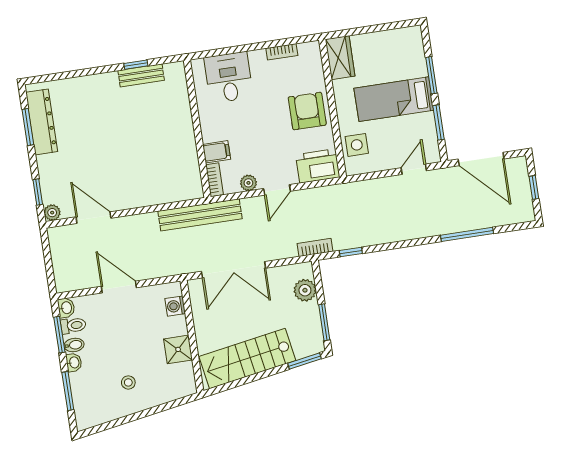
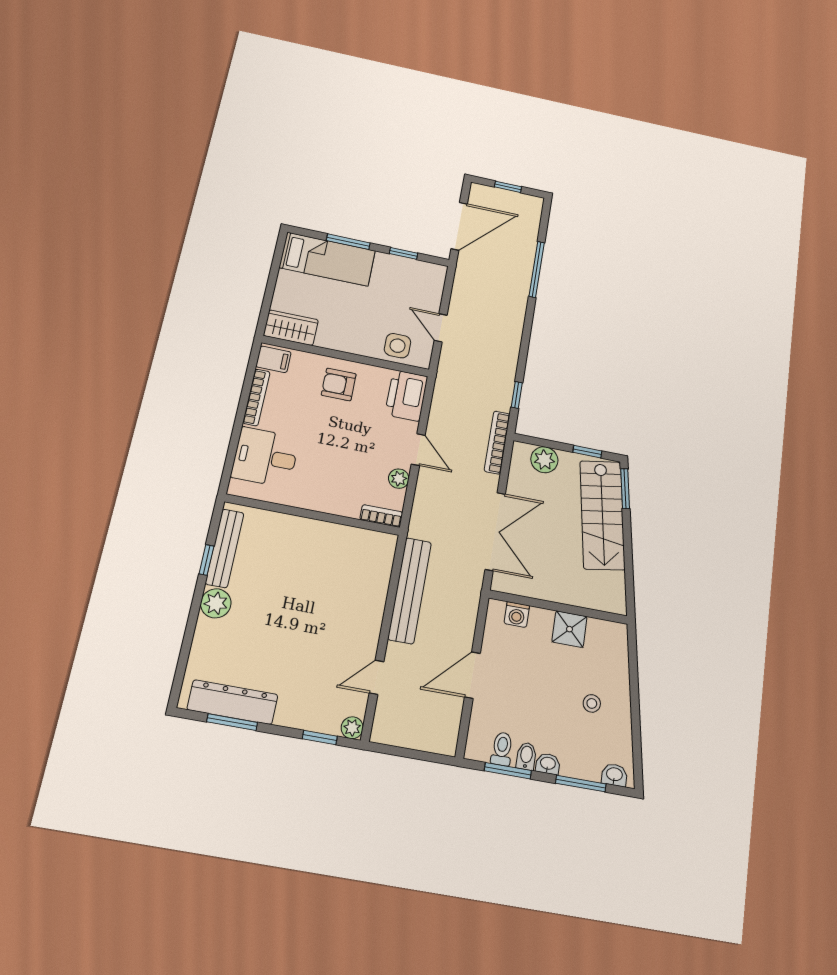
bookcase: (282, 52) -> (256, 397), width x1.56
bench: (141, 75) -> (225, 548), width x1.36
plant: (107, 83) -> (216, 603), added
bed: (394, 99) -> (327, 259), moved, turned -90
armchair: (307, 111) -> (339, 384), width x0.72, depth x0.72
window: (439, 122) -> (403, 253), width x0.67
filing cabinet: (217, 152) -> (274, 359), moved, turned 90
door: (414, 169) -> (441, 328), moved
bench: (200, 215) -> (410, 590), moved
door: (94, 218) -> (377, 677), width x0.73
bookcase: (315, 247) -> (497, 442), width x1.56
washbasin: (66, 308) -> (614, 775), moved
window: (324, 322) -> (587, 452), width x0.67
stairs: (247, 359) -> (602, 515), moved

